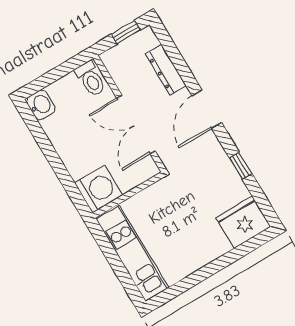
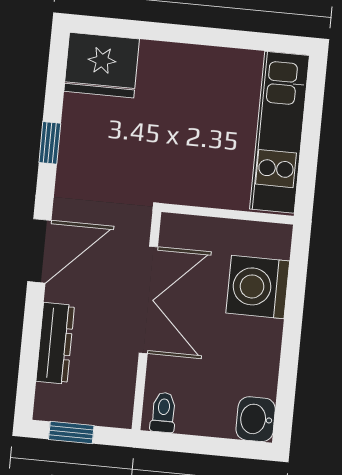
toilet: (91, 79) -> (163, 412), width x0.73, depth x0.72
washing machine: (99, 189) -> (258, 287), moved

